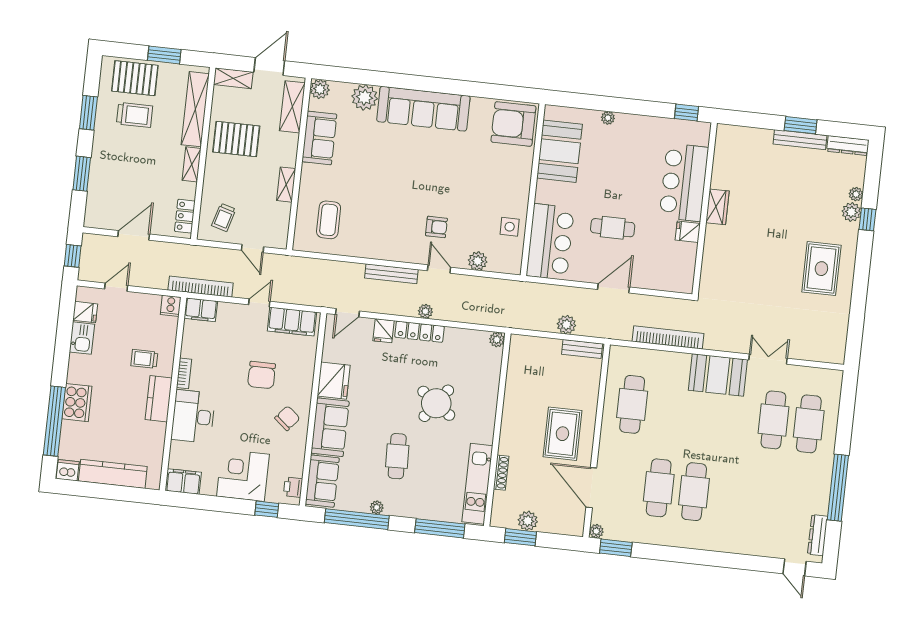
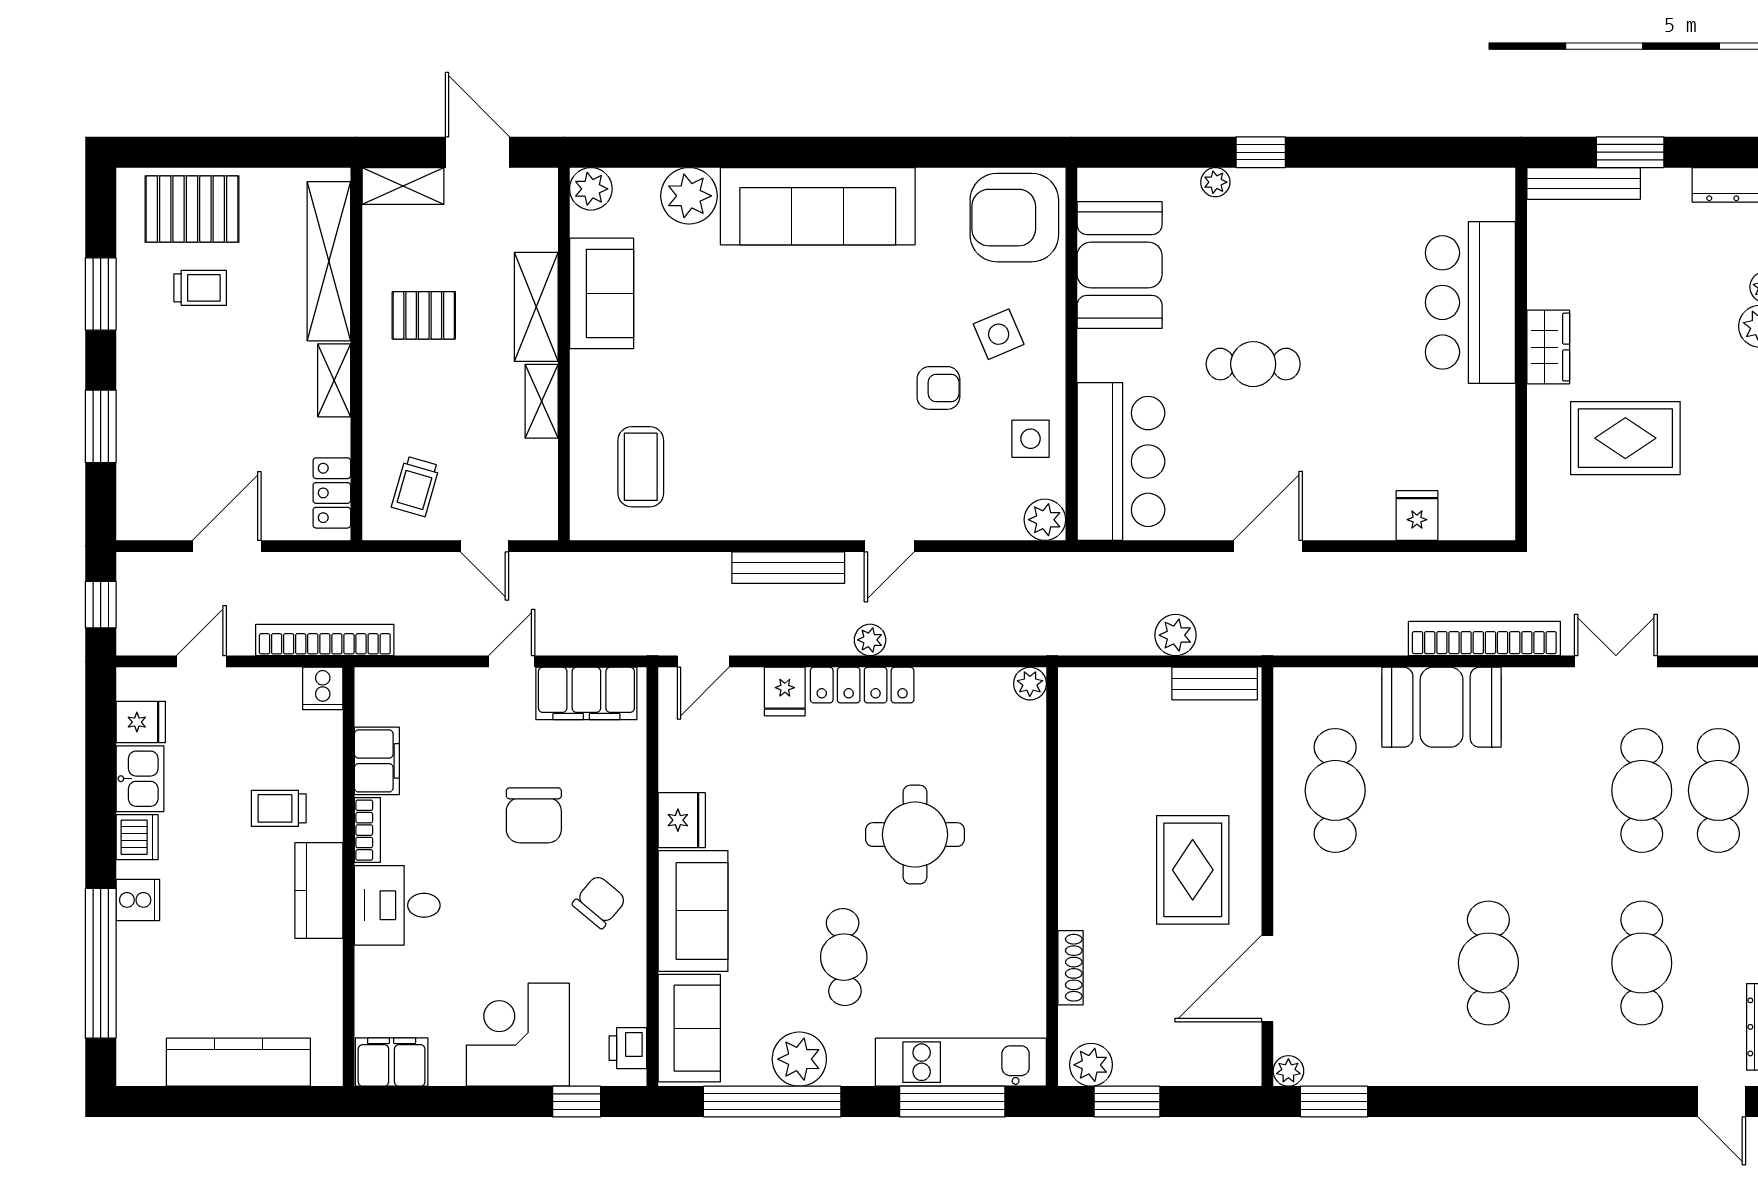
window: (164, 55) -> (250, 152), removed
door: (269, 67) -> (477, 152), hinge flipped
shelving: (292, 107) -> (536, 307), moved
window: (686, 113) -> (1261, 152), moved
trolley: (135, 115) -> (200, 288), width x0.73, depth x0.72
pallet: (236, 139) -> (424, 315), width x0.67, depth x0.71
bench: (800, 140) -> (1584, 183), moved
side table: (500, 177) -> (999, 334), added
bar counter: (684, 182) -> (1470, 302), moved
wardrobe: (717, 207) -> (1548, 347), moved
wall: (705, 209) -> (1521, 354), moved
armchair: (436, 227) -> (938, 388), moved
cafe table: (613, 228) -> (1253, 364), moved
fridge: (688, 232) -> (1417, 516), moved, turned 90
plant: (478, 261) -> (1045, 520), moved
door: (439, 269) -> (889, 546), swing flipped
rug: (821, 269) -> (1625, 438), moved, turned 90
bookcase: (201, 287) -> (325, 640), moved
filing cabinet: (201, 310) -> (377, 761), moved, turned -90
bookcase: (668, 337) -> (1484, 638), moved
booth: (718, 375) -> (1442, 707), moved
fridge: (334, 381) -> (682, 820), width x0.73, depth x0.75
cooker: (77, 403) -> (138, 900), width x0.53, depth x0.76
round table: (436, 403) -> (915, 835), turned -36
desk: (193, 416) -> (397, 905), width x0.73
dishwasher: (68, 470) -> (137, 837), moved, turned 90
kitchen unit: (477, 484) -> (961, 1062), moved, turned 90
door: (591, 488) -> (1267, 979), hinge flipped
cafe table: (659, 488) -> (1642, 963), moved
plant: (377, 507) -> (799, 1059), width x1.88, depth x1.88
plant: (528, 521) -> (1091, 1065), moved

